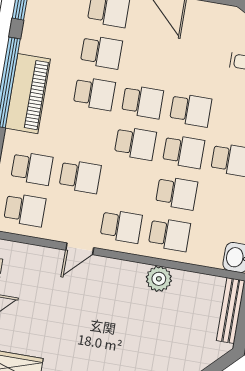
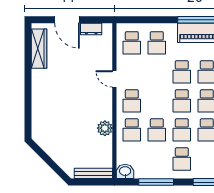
school desk: (80, 176) -> (182, 72), moved

